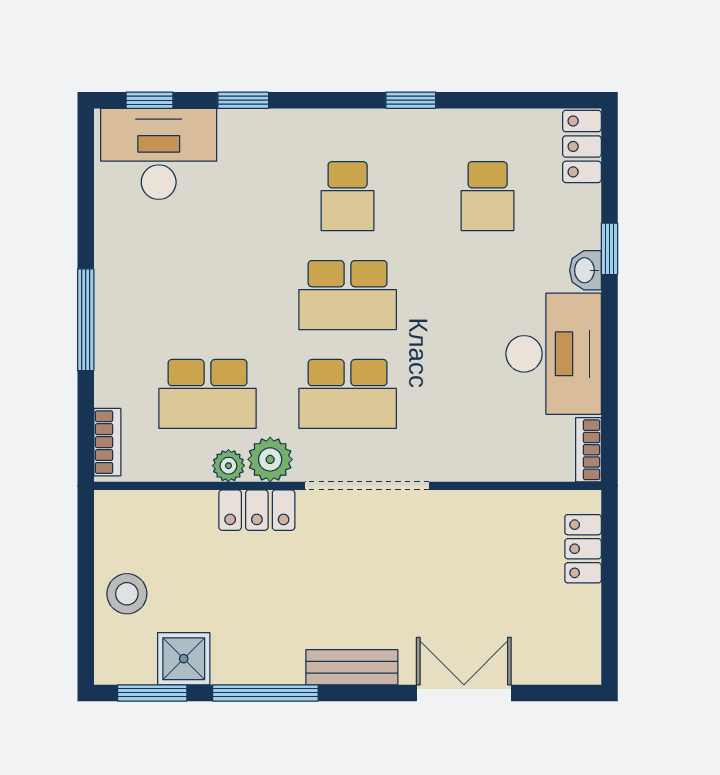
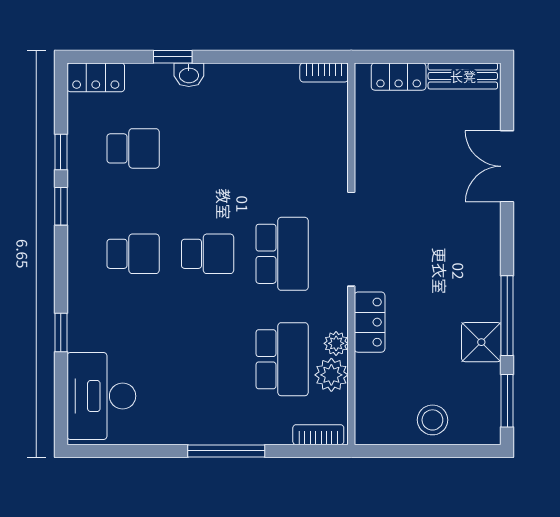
window: (150, 100) -> (61, 152), moved
school desk: (348, 295) -> (208, 254), width x0.54
desk: (554, 354) -> (252, 99), removed
plant: (270, 459) -> (331, 375), moved
shower: (184, 659) -> (481, 342), moved
bench: (352, 667) -> (463, 76), moved, turned 90

